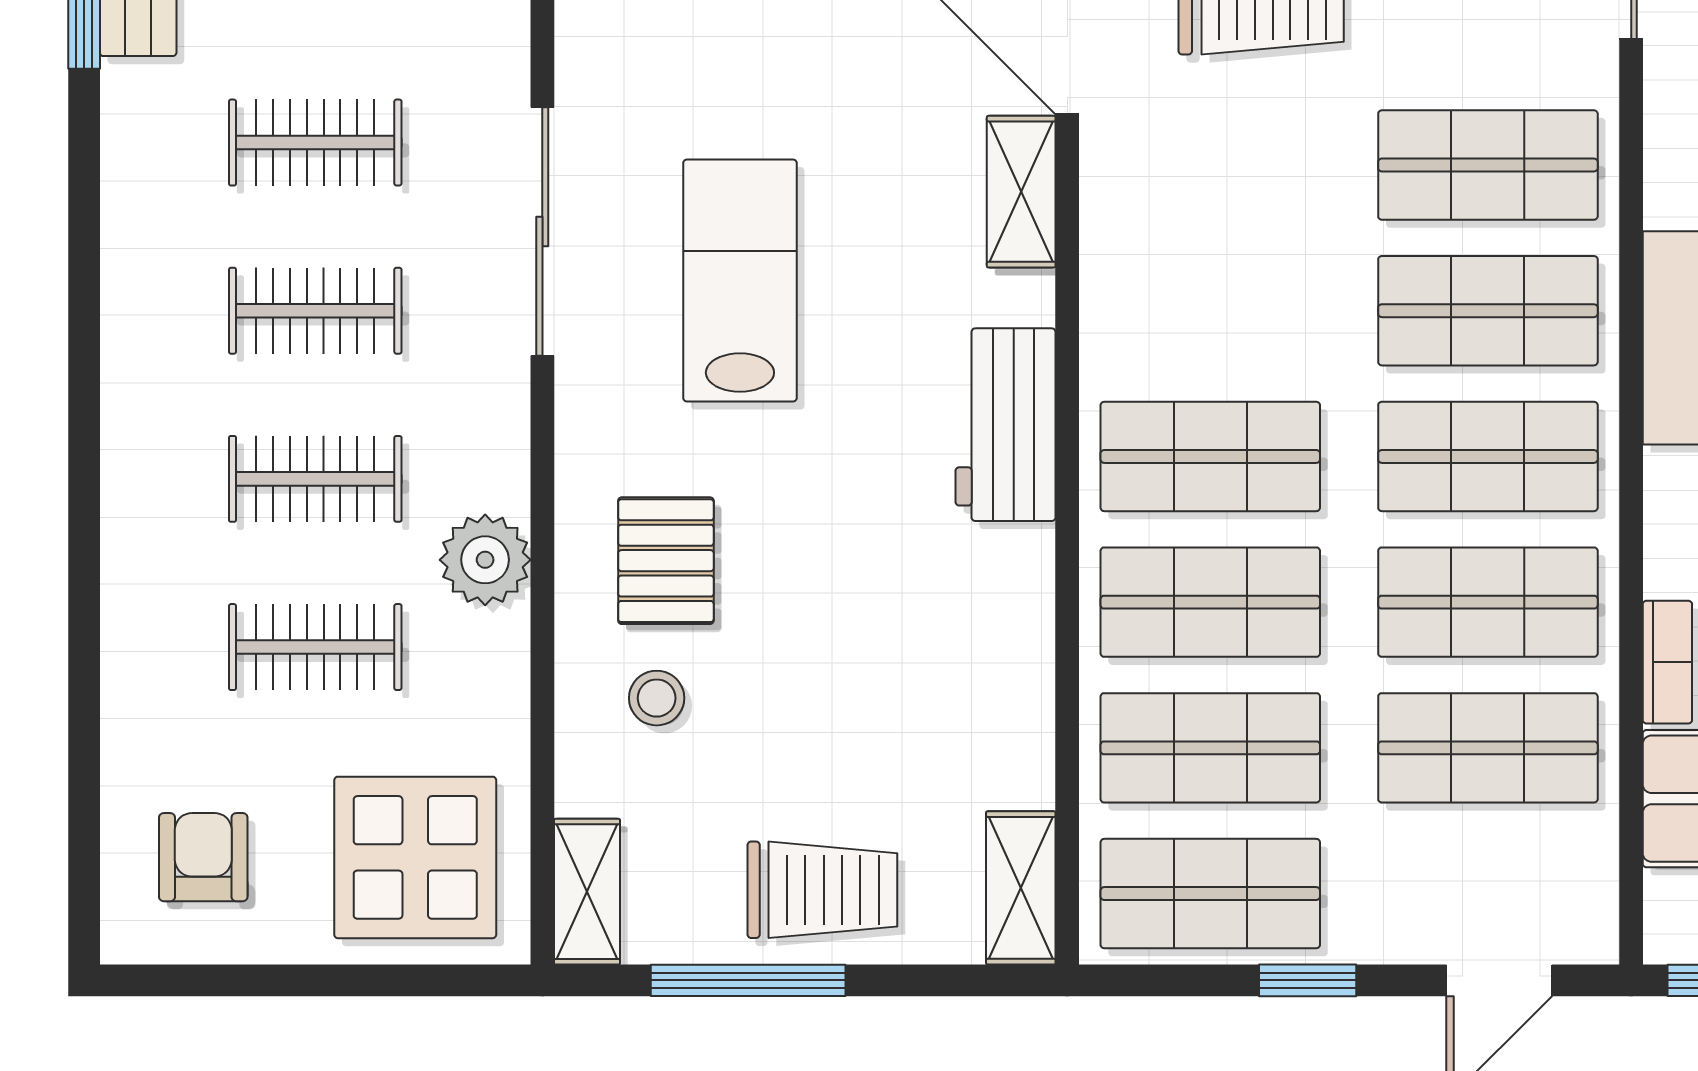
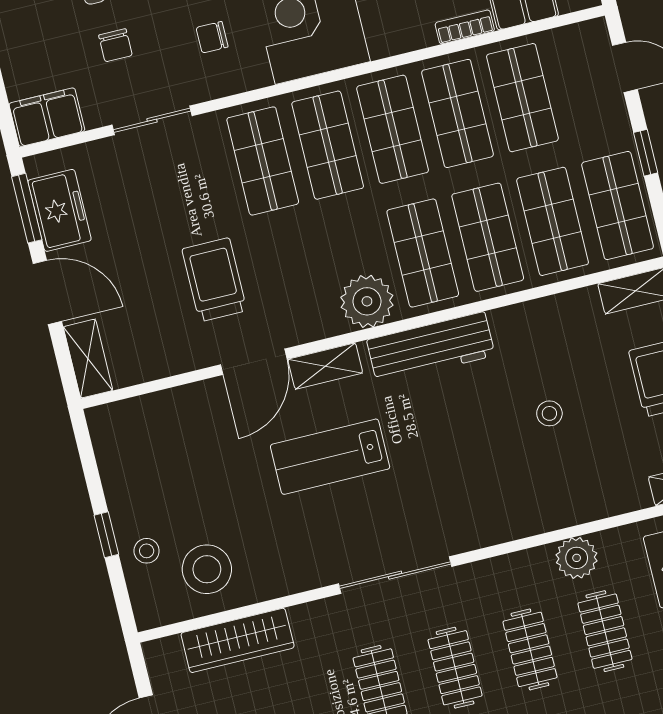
lab bench: (740, 281) -> (330, 457), moved
plant: (1137, 313) -> (367, 301), added
workbench: (1006, 425) -> (431, 348), width x1.38
plant: (485, 560) -> (577, 558), moved
pallet: (666, 561) -> (528, 484), removed
stool: (657, 698) -> (549, 413), moved

